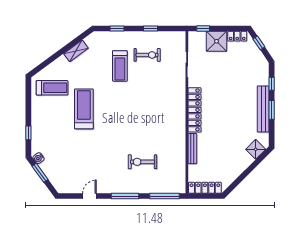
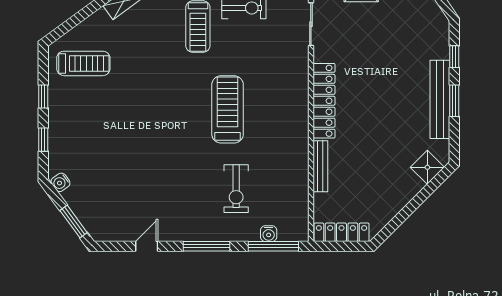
window: (28, 107) -> (43, 97), added
treadmill: (84, 109) -> (228, 109), moved
exercise bike: (142, 162) -> (236, 189), turned -90
window: (40, 173) -> (74, 221), moved
water cooler: (162, 189) -> (269, 234), added

